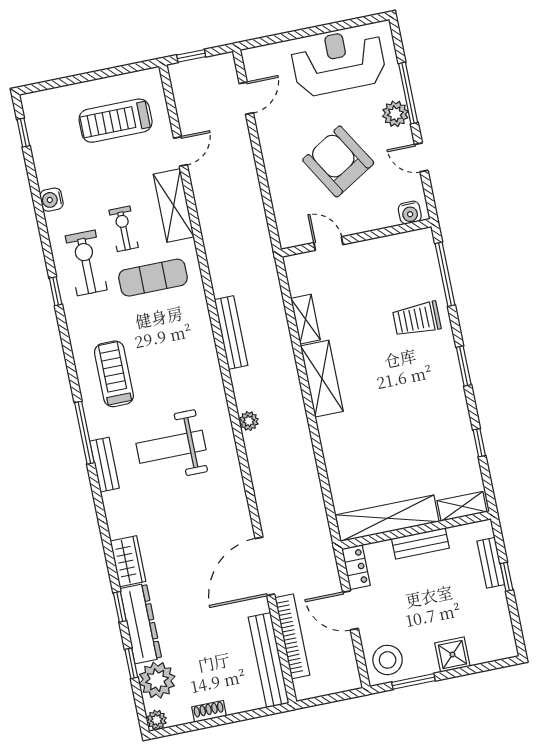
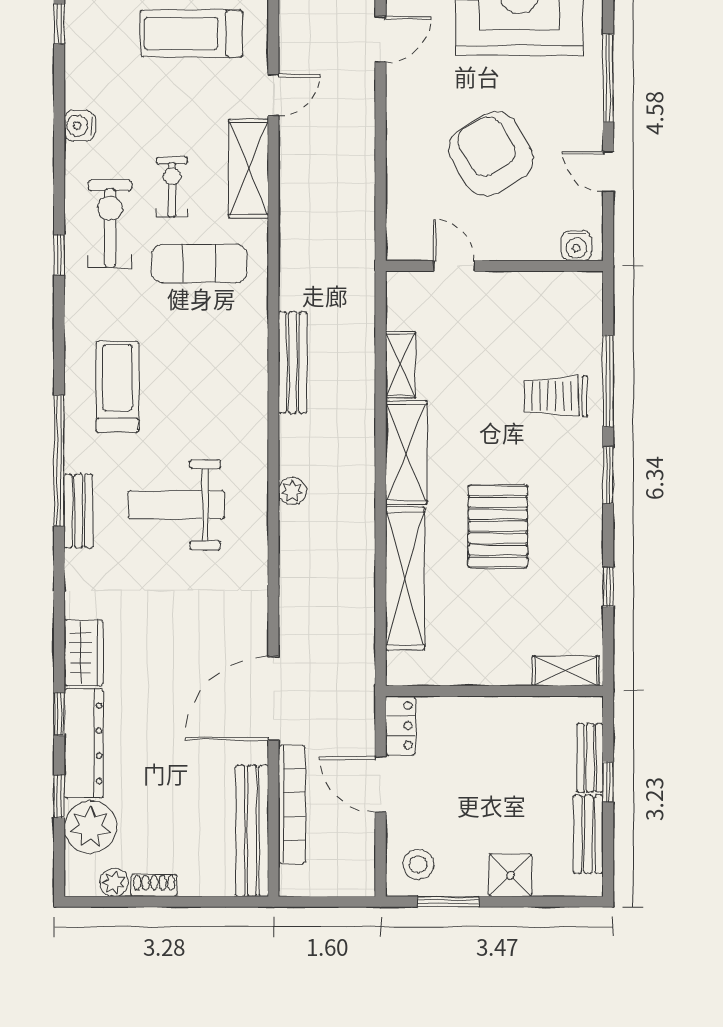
plant: (395, 114) -> (584, 104), removed
window: (445, 274) -> (608, 381), moved
pallet: (395, 416) -> (498, 526), added
window: (84, 433) -> (59, 461), width x1.46
shelving: (387, 518) -> (405, 579), moved, turned 90
bench: (420, 543) -> (588, 834), moved, turned 90
stool: (388, 660) -> (418, 864), width x0.73, depth x0.73
plant: (157, 720) -> (114, 882), moved

